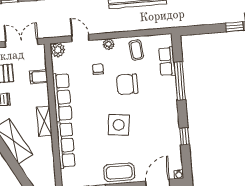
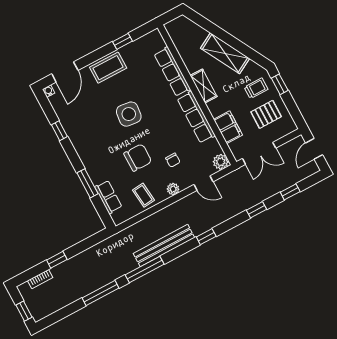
filing cabinet: (39, 77) -> (228, 127), width x2.00
window: (180, 81) -> (87, 183), width x0.69

